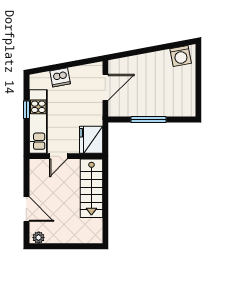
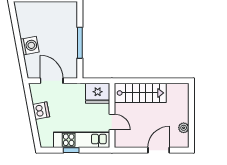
washing machine: (181, 56) -> (30, 46), moved
dishwasher: (60, 77) -> (41, 111), moved
plant: (39, 238) -> (184, 128), moved

